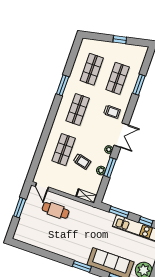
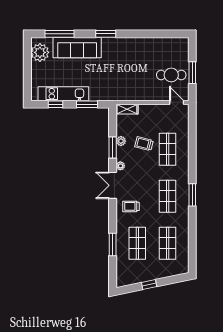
window: (63, 85) -> (192, 195), moved
cafe table: (56, 210) -> (171, 75), moved

